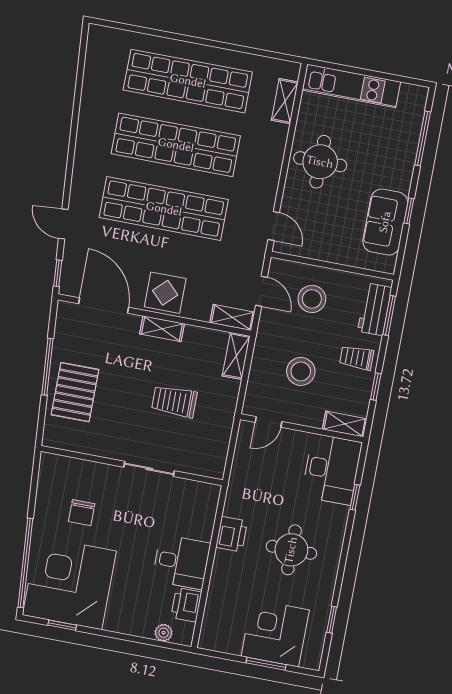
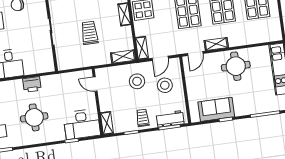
shelving: (285, 101) -> (216, 44), moved
stool: (301, 371) -> (137, 81), moved

